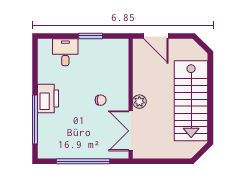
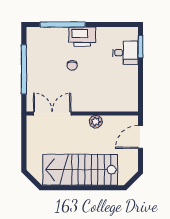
window: (91, 36) -> (140, 47), moved
chair: (101, 100) -> (72, 65), moved
plant: (139, 102) -> (96, 122), moved

